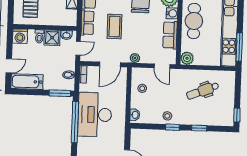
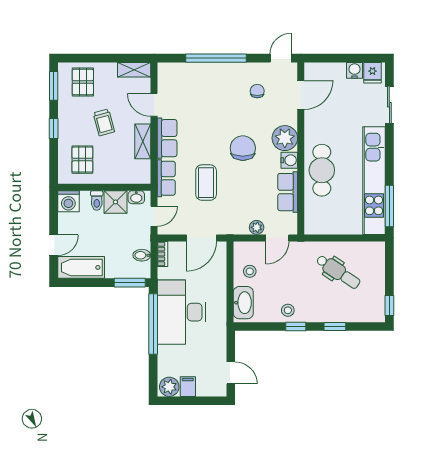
plant: (135, 58) -> (257, 227), moved
plant: (187, 58) -> (314, 225), removed
door: (162, 66) -> (277, 238), hinge flipped
dental chair: (203, 91) -> (338, 272), turned -124
washbasin: (135, 115) -> (243, 303), width x1.91, depth x1.45

